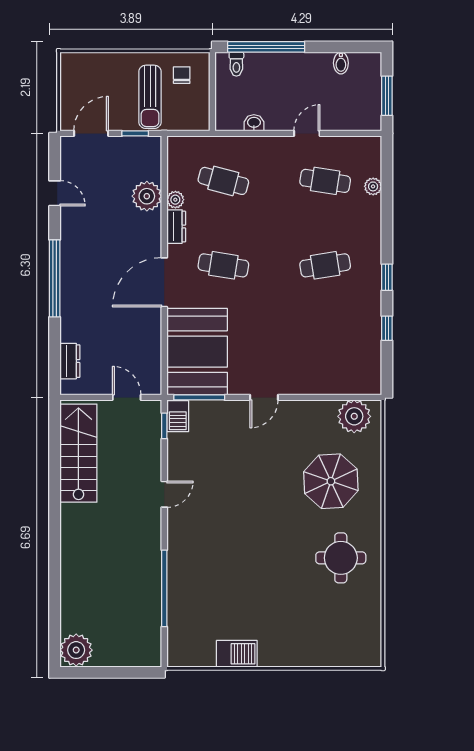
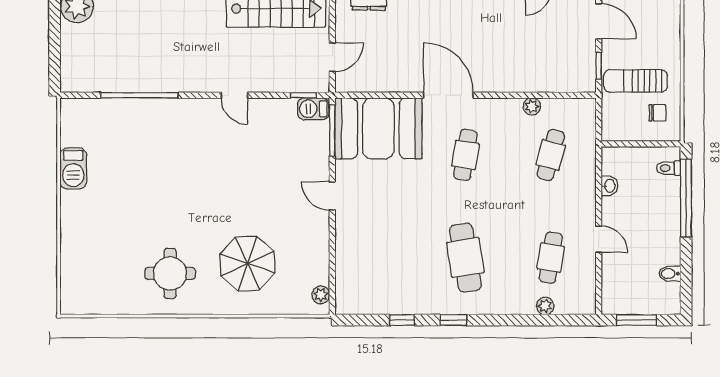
plant: (147, 196) -> (535, 78), removed
dresser: (176, 227) -> (505, 107), removed
cafe table: (325, 265) -> (465, 258), width x1.37, depth x1.35
plant: (354, 416) -> (321, 295), width x0.53, depth x0.53

